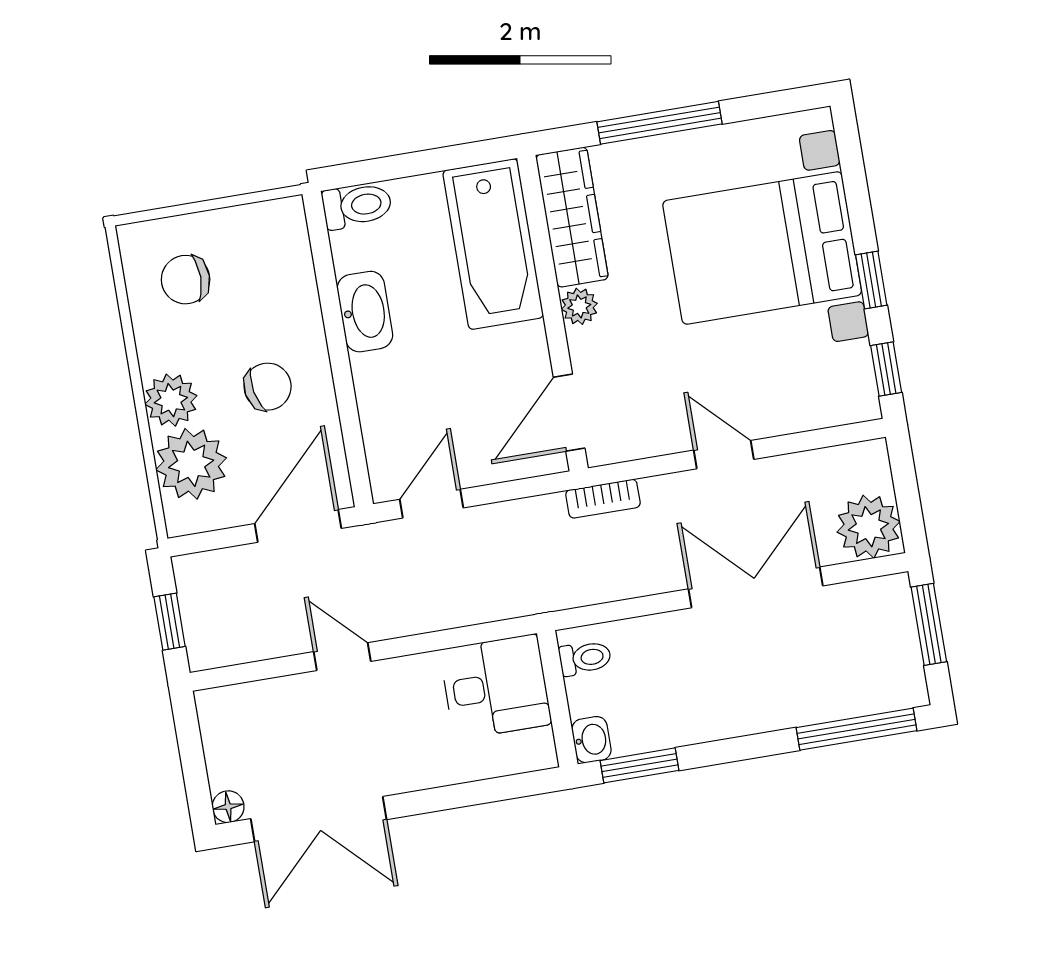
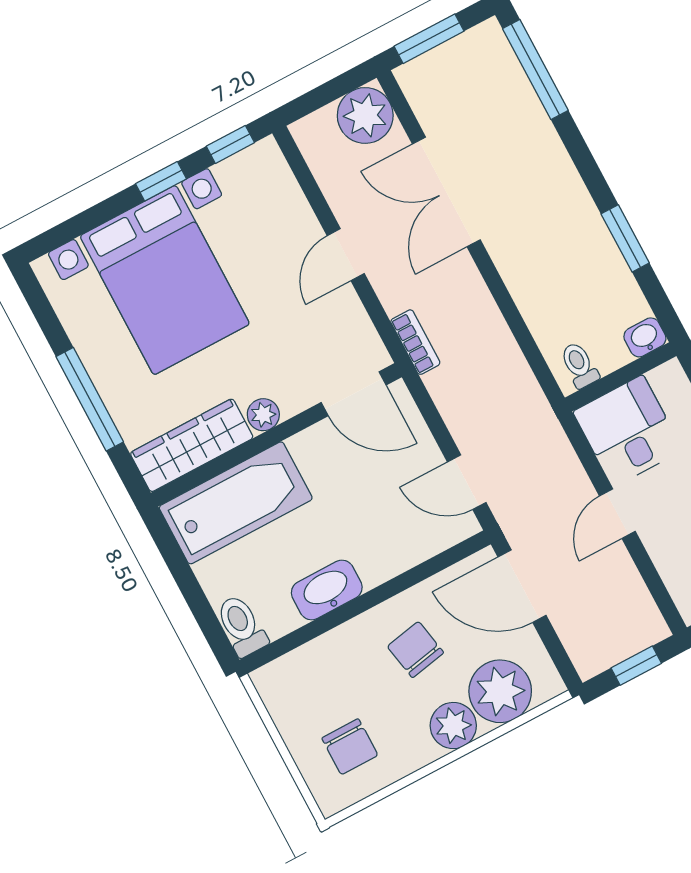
toilet: (585, 658) -> (579, 365), moved
desk: (496, 687) -> (628, 431), moved
wall: (557, 699) -> (621, 377), moved
washbasin: (591, 740) -> (645, 337), moved

